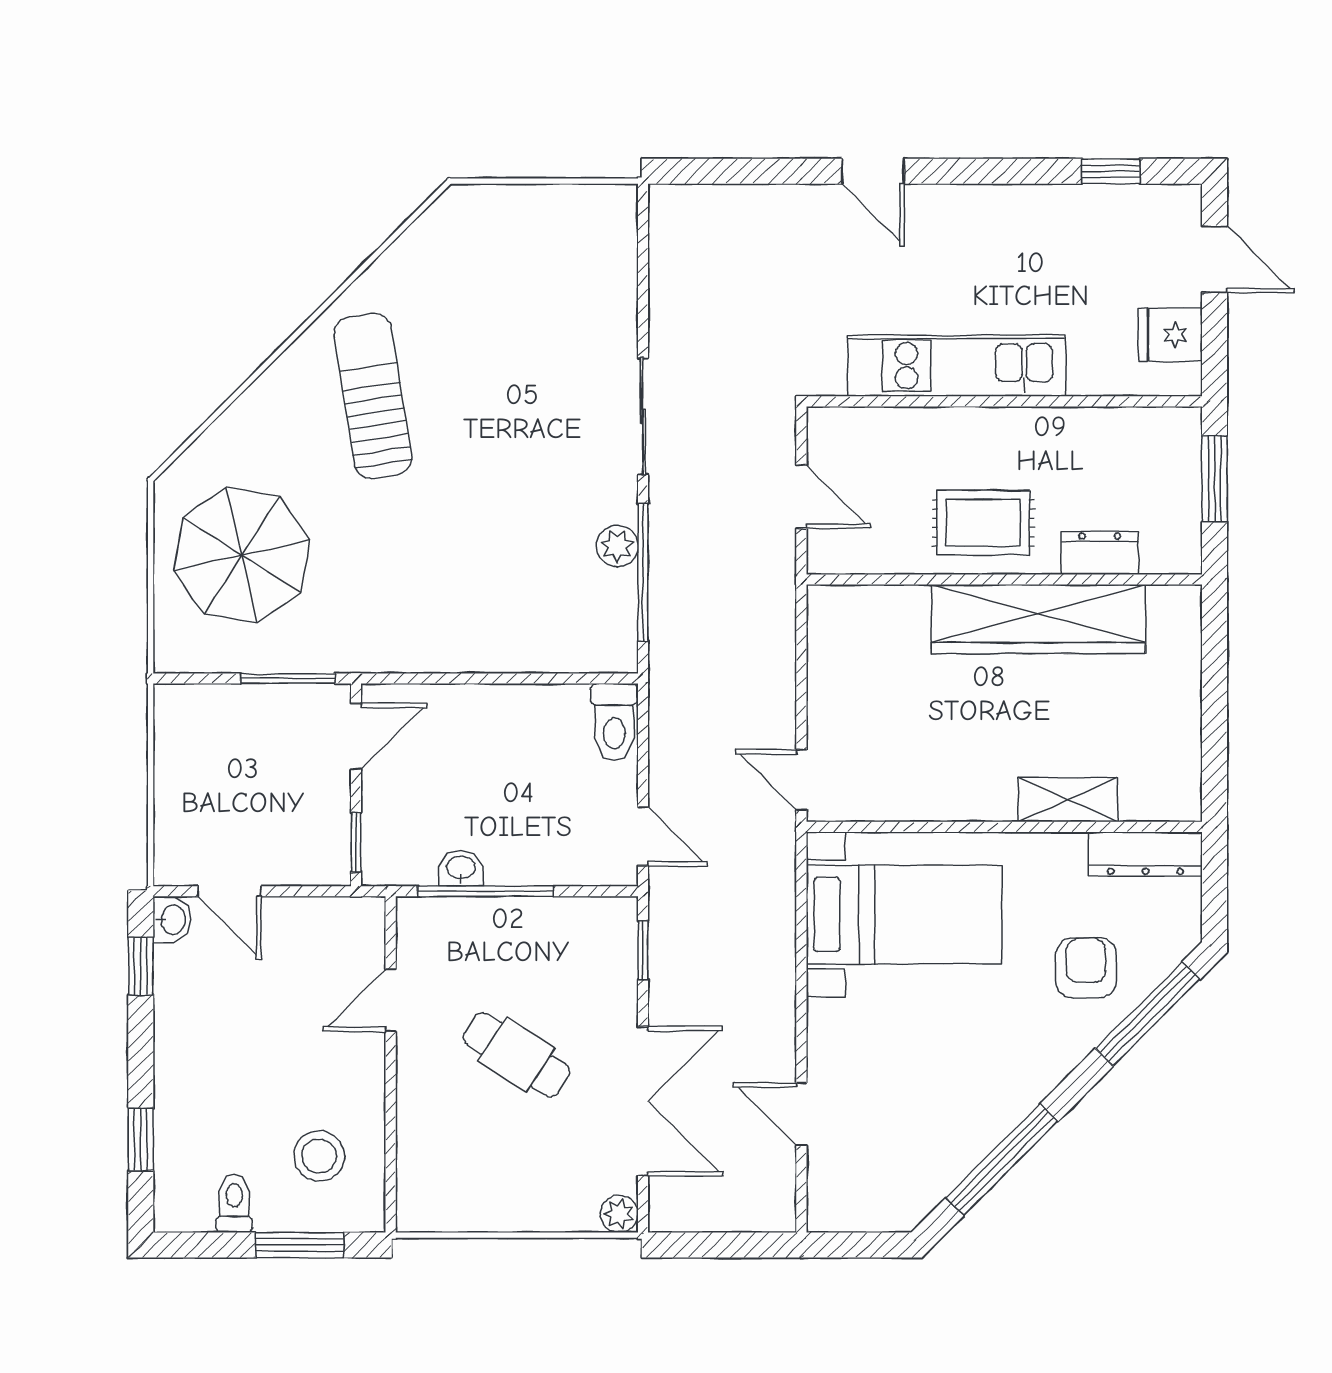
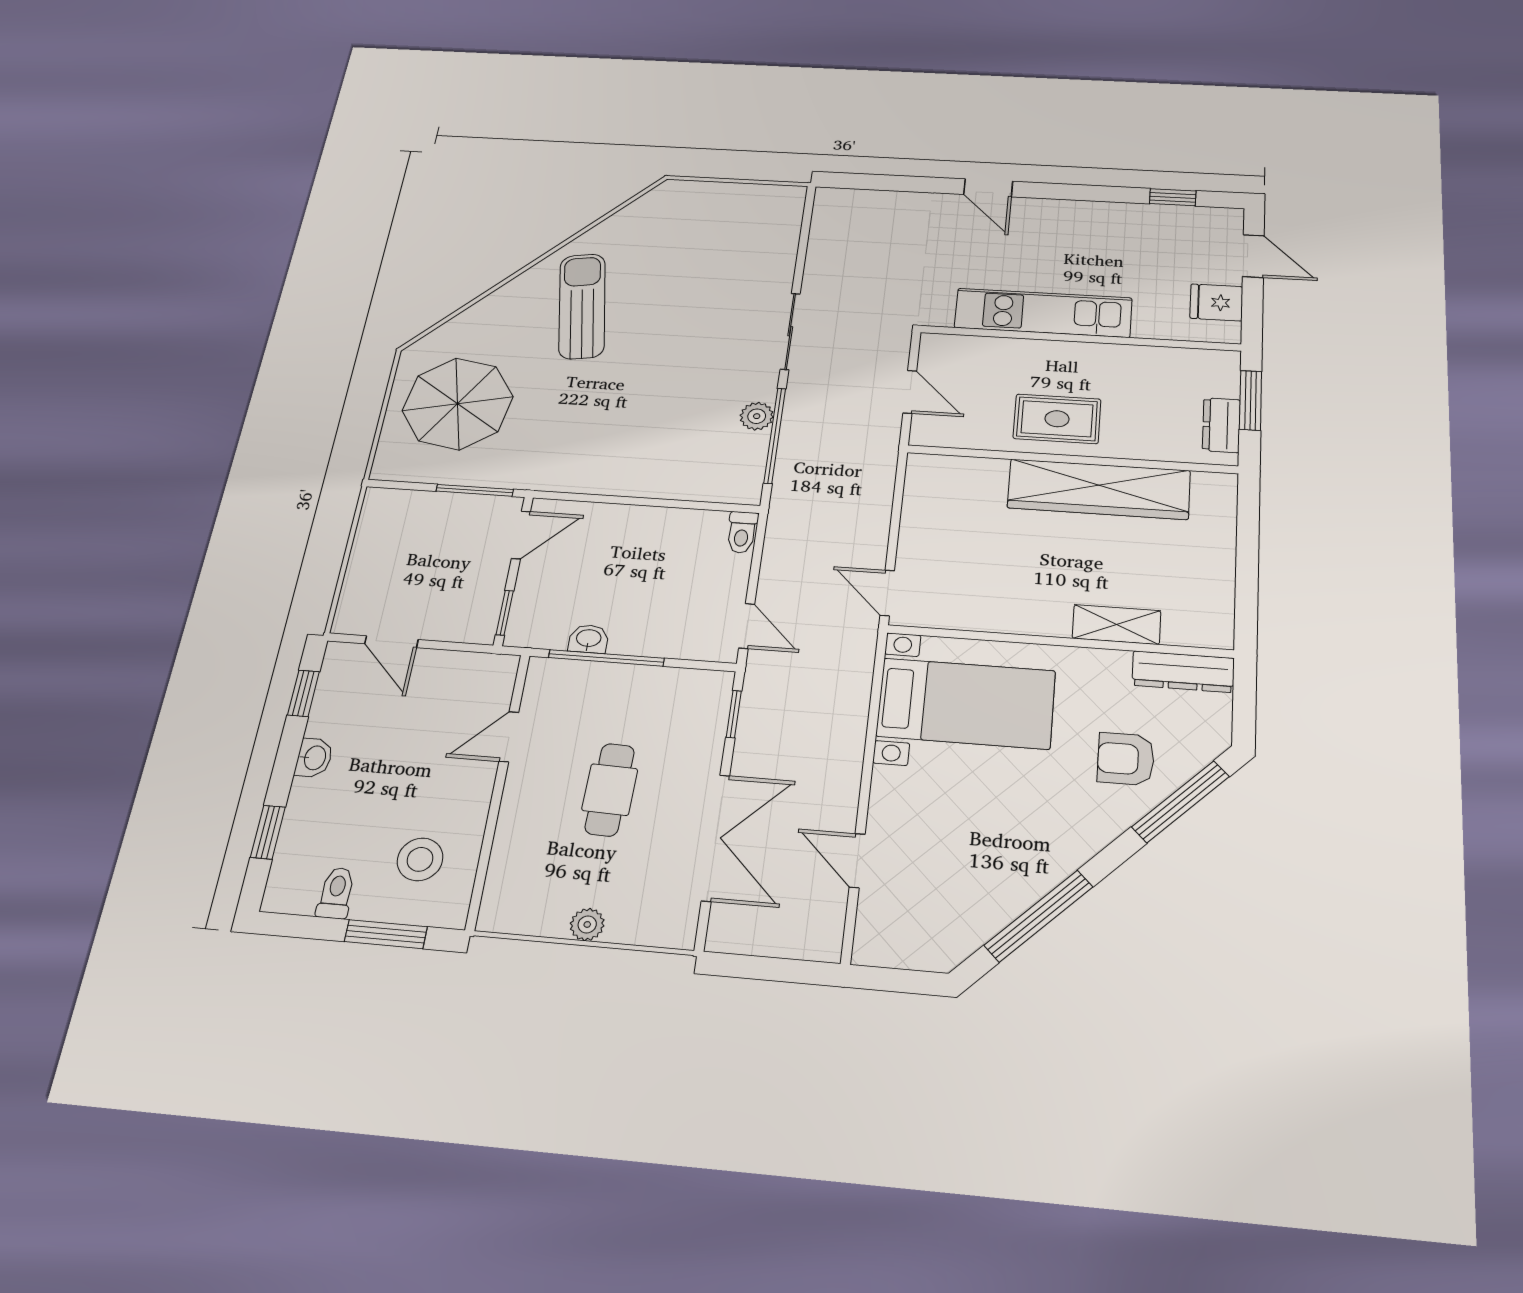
dresser: (1100, 553) -> (1221, 425), moved, turned -90
toilet: (614, 722) -> (742, 532), width x0.73, depth x0.72
washbasin: (172, 920) -> (314, 758), moved
armchair: (1086, 968) -> (1126, 759), turned -90
cafe table: (516, 1055) -> (610, 790), turned 59
plant: (619, 1214) -> (587, 924), moved

